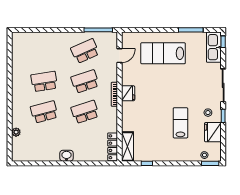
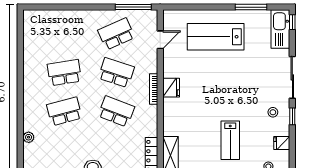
school desk: (85, 81) -> (116, 73), turned 36
school desk: (85, 112) -> (116, 111), turned 39
lab bench: (180, 123) -> (230, 140), moved, turned 180
fridge: (213, 132) -> (282, 143), width x0.53, depth x0.75

